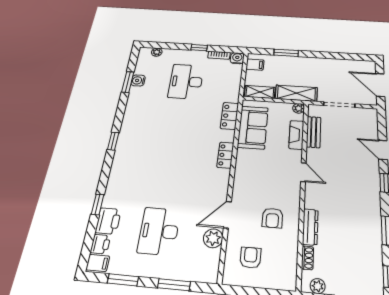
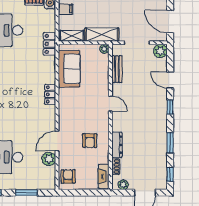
plant: (369, 115) -> (160, 51), added
locker: (229, 116) -> (50, 44), moved
fireplace: (296, 135) -> (104, 176), moved
armchair: (250, 258) -> (68, 176), moved

